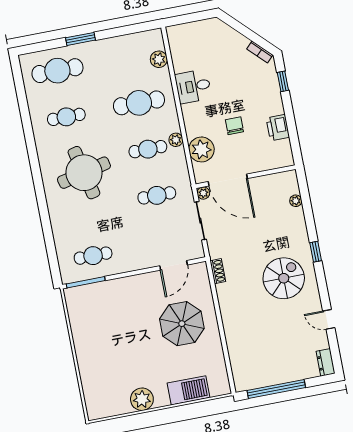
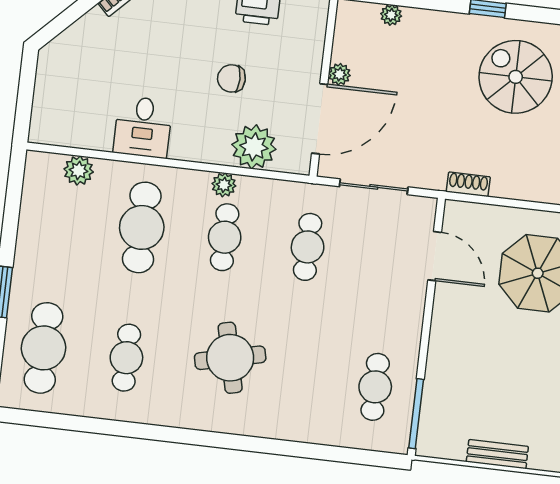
round table: (84, 173) -> (230, 358), width x0.73, depth x0.73
plant: (203, 193) -> (339, 74), moved
bench: (78, 333) -> (497, 454), added

